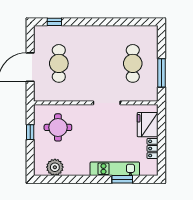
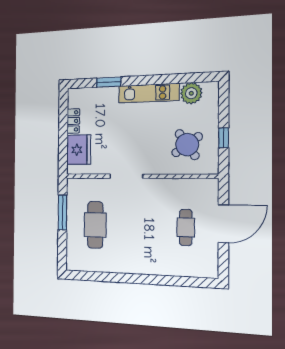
window: (54, 22) -> (191, 282), removed
cafe table: (59, 63) -> (186, 227), width x0.73, depth x0.74
round table: (58, 127) -> (187, 145), turned -35
kitchen unit: (115, 169) -> (149, 93), moved

